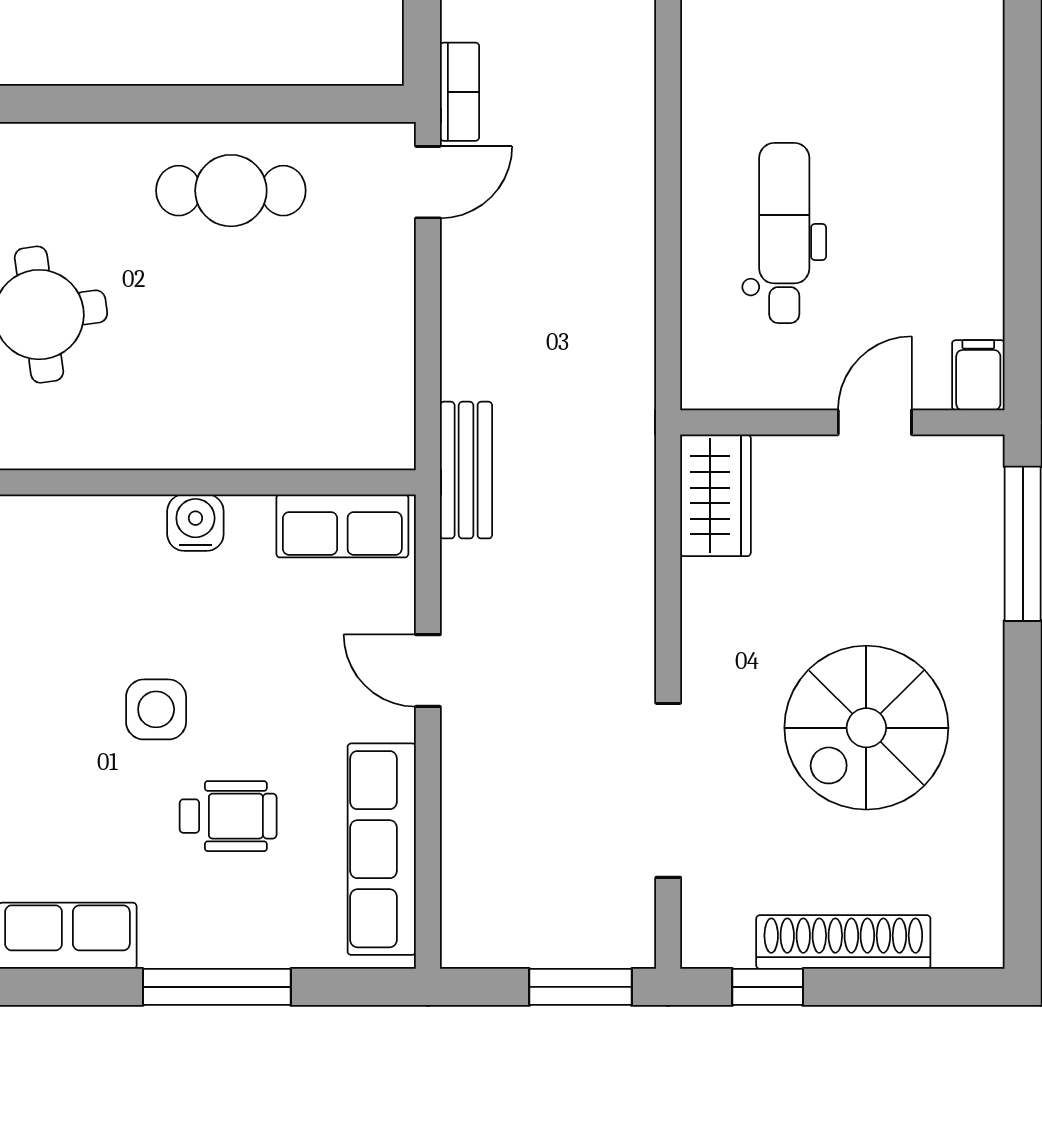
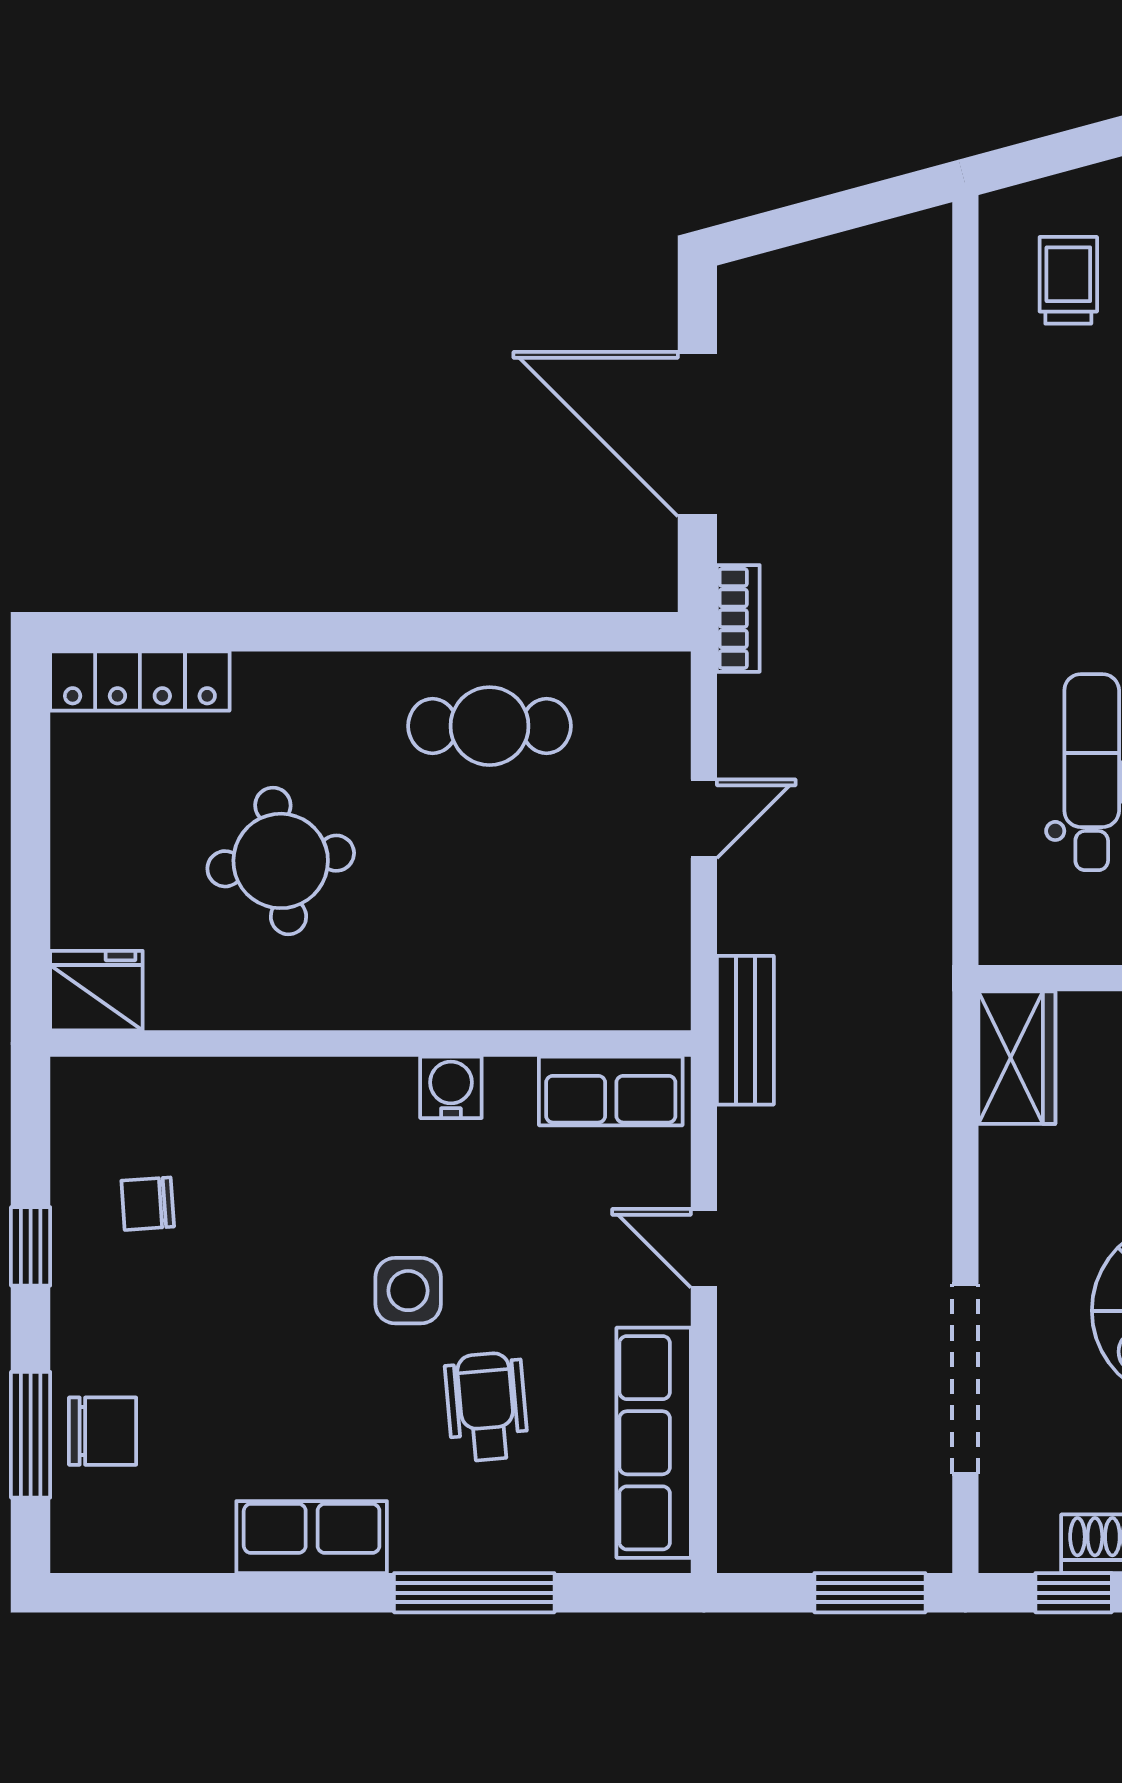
door: (428, 182) -> (704, 819), moved
wheelchair: (228, 816) -> (486, 1407), turned -95

